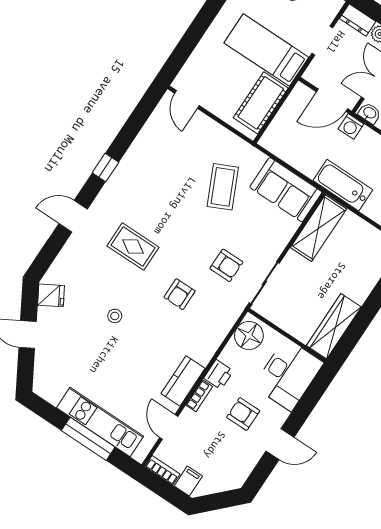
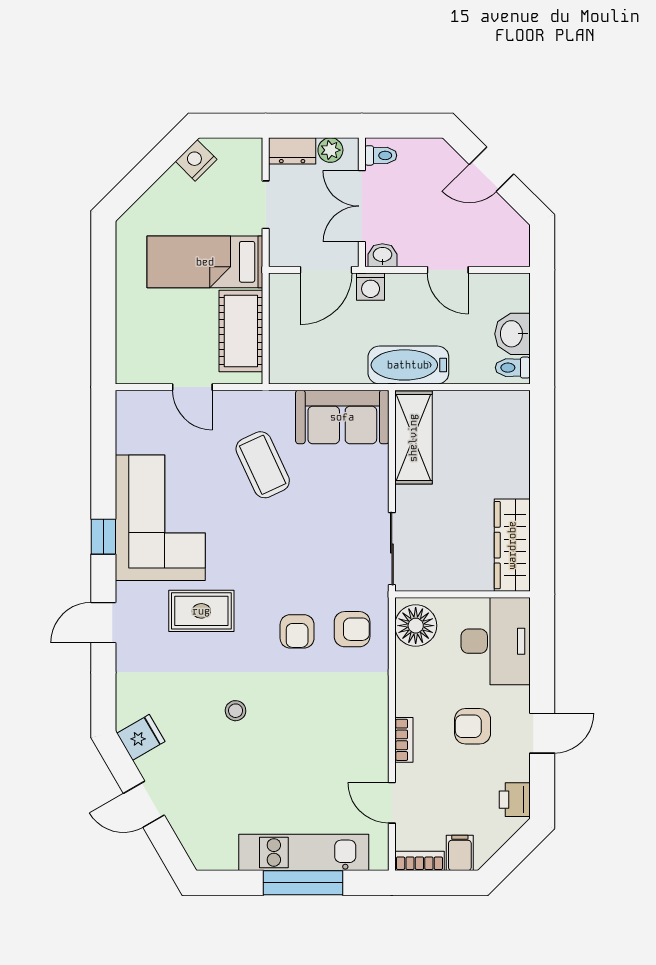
door: (187, 99) -> (192, 387), moved
corner sofa: (145, 178) -> (160, 518), added
armchair: (226, 265) -> (352, 629), moved
printer: (219, 375) -> (515, 800), moved, turned 180
kitchen counter: (183, 381) -> (372, 735), removed

